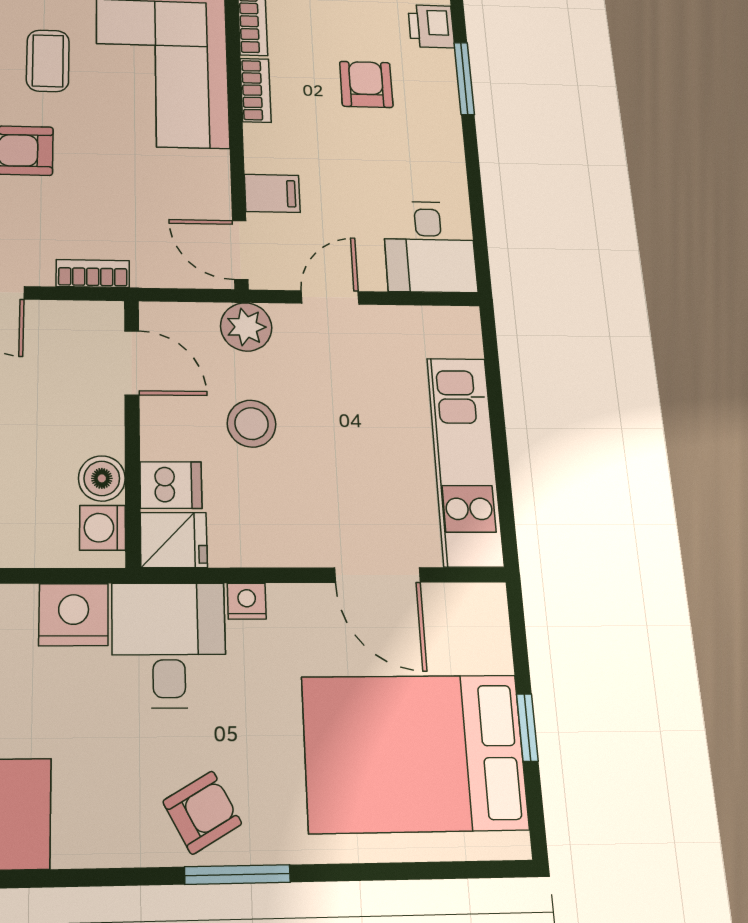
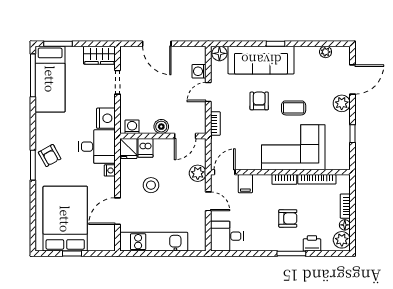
stool: (251, 424) -> (151, 185), moved
boiler: (102, 478) -> (161, 127), moved

